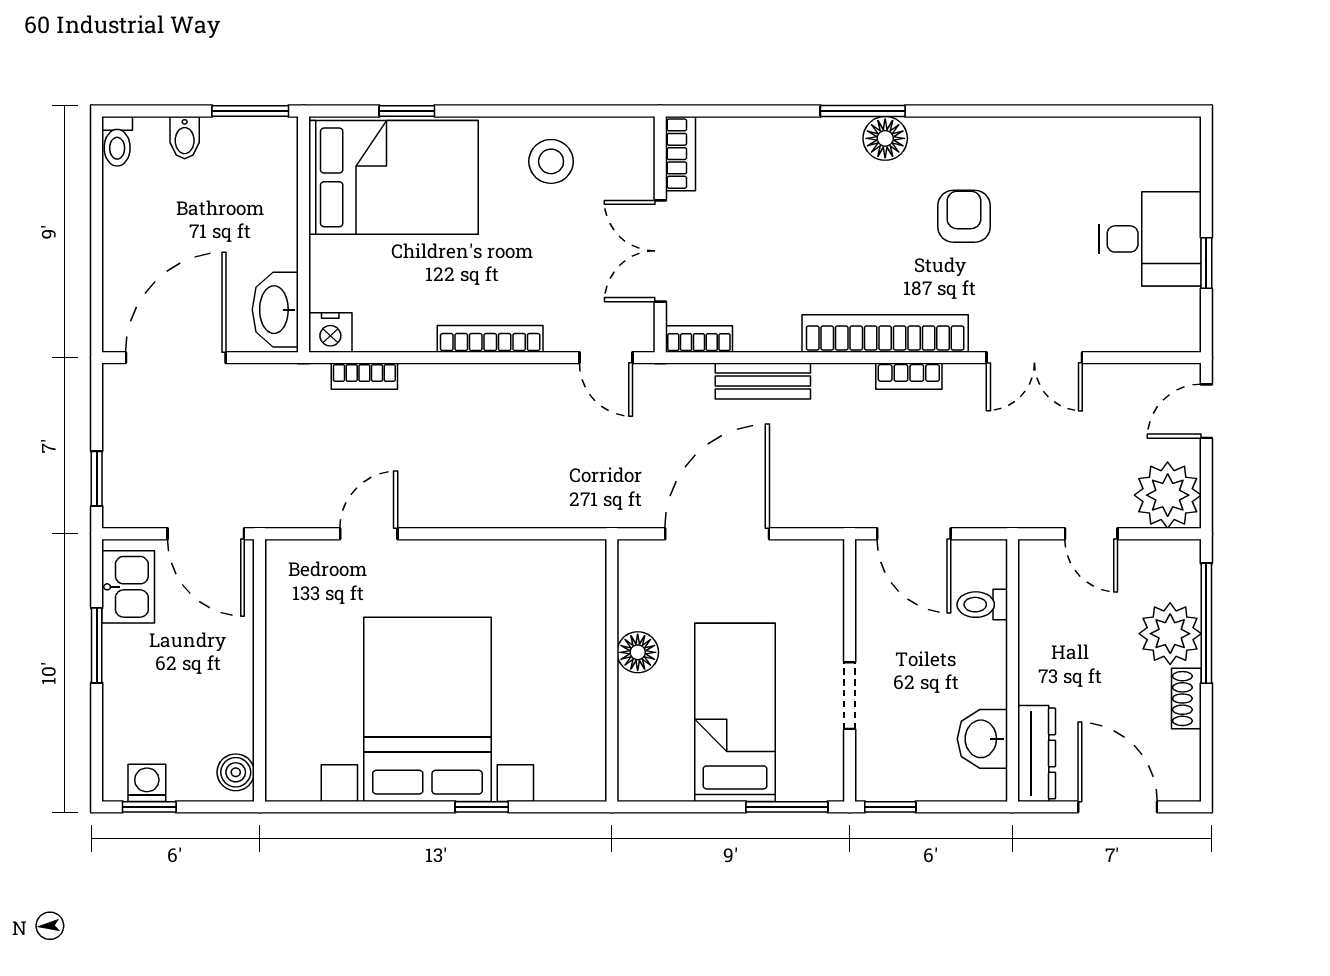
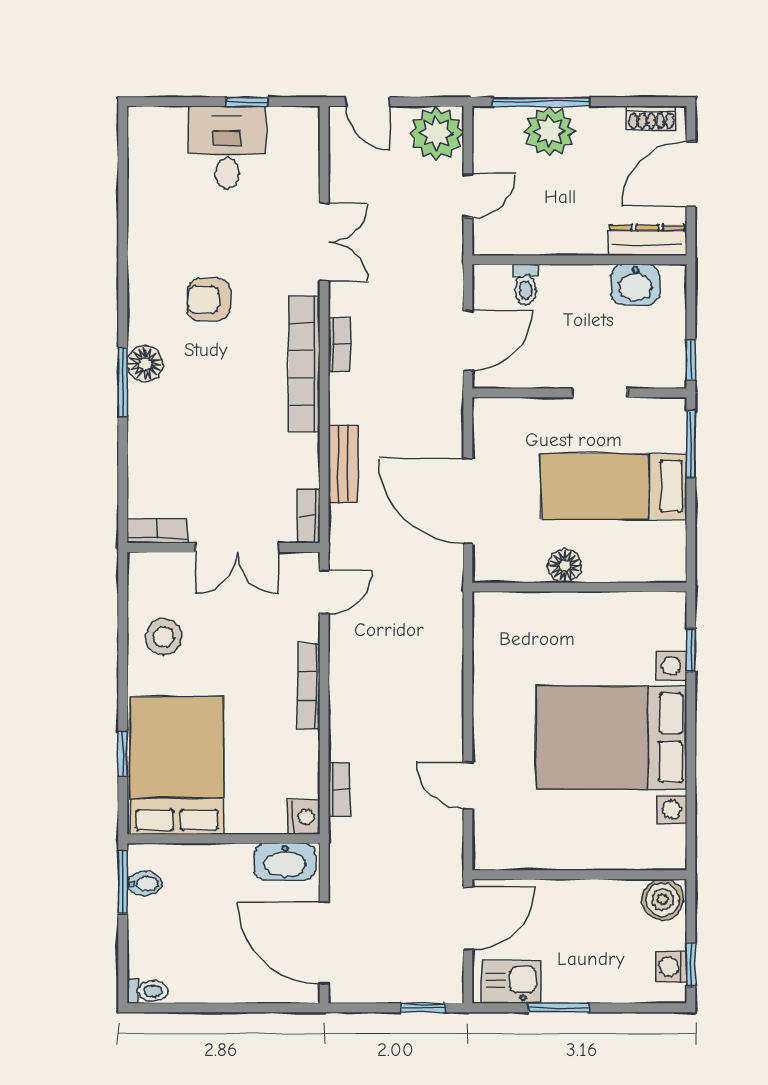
bidet: (185, 138) -> (144, 883), moved
shoe rack: (1186, 699) -> (651, 118), moved
boiler: (236, 772) -> (663, 900), width x1.36, depth x1.36
window: (482, 807) -> (691, 650), moved

